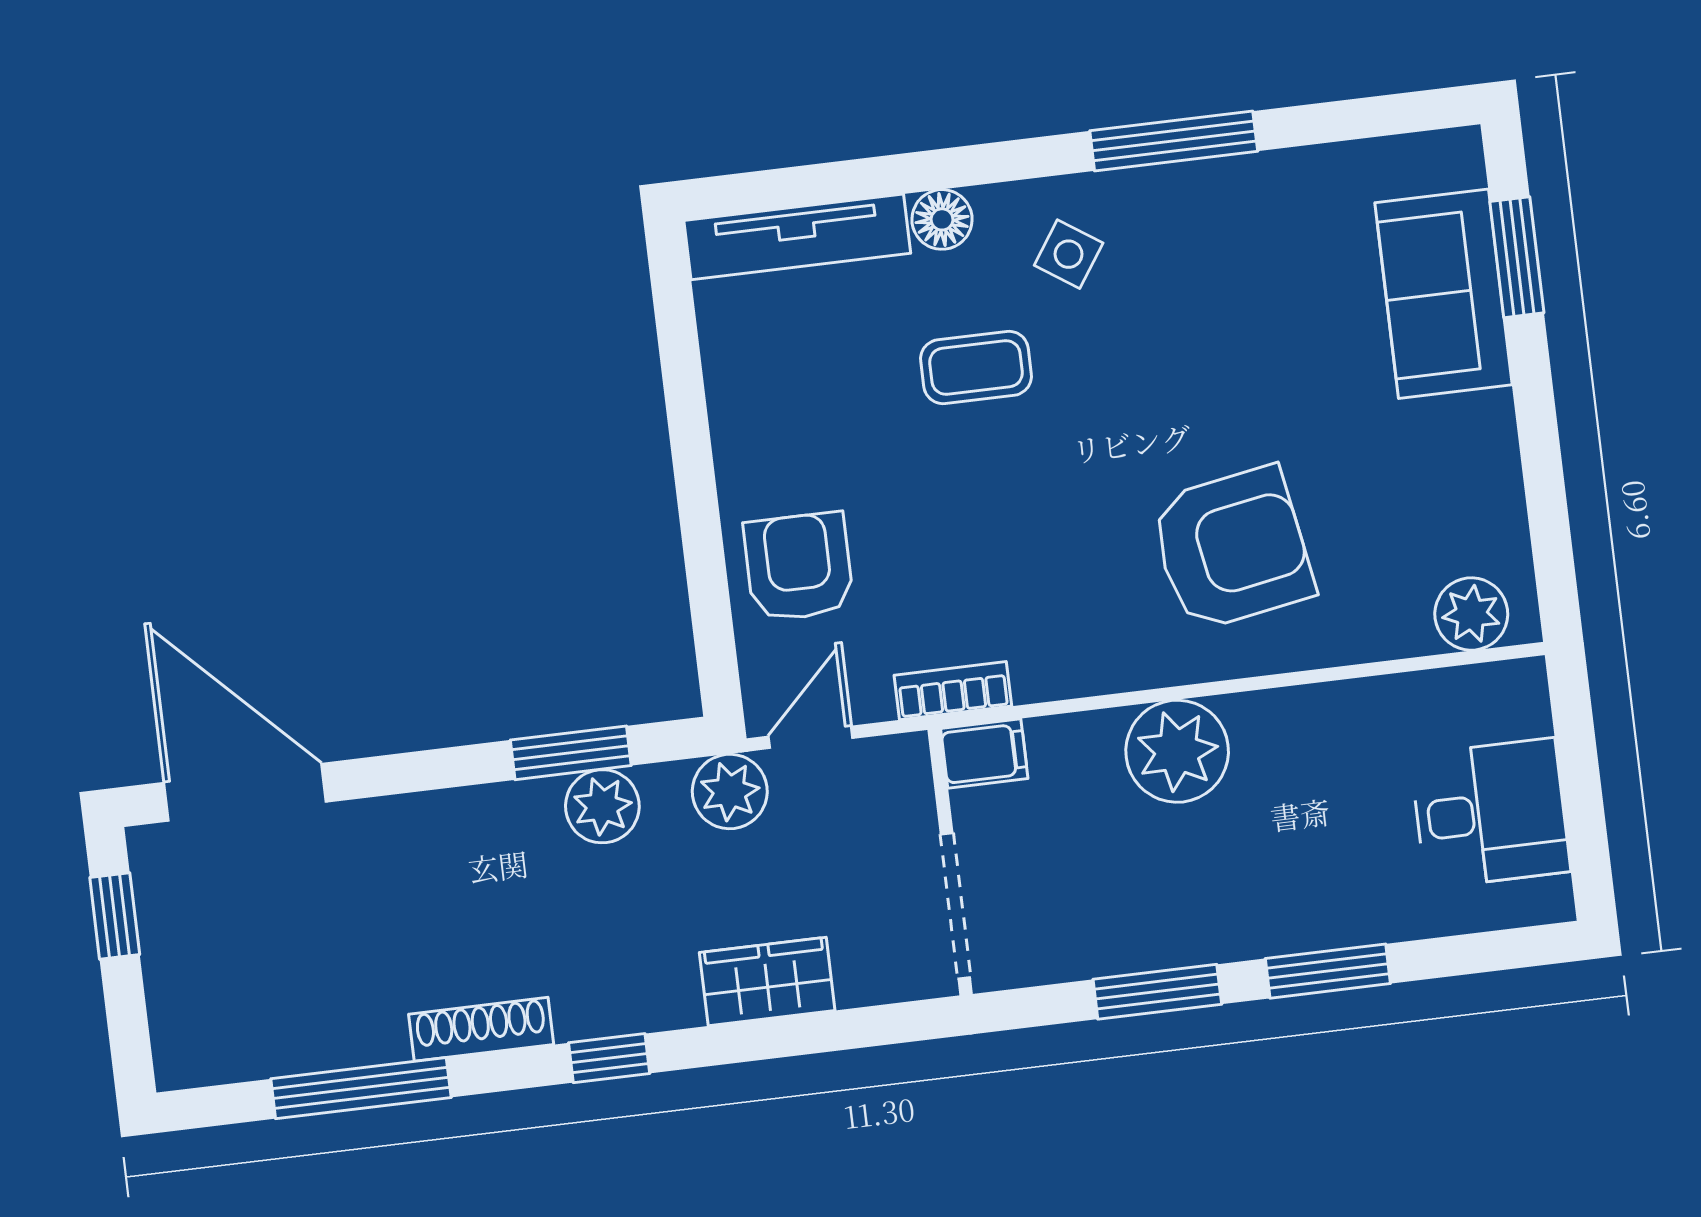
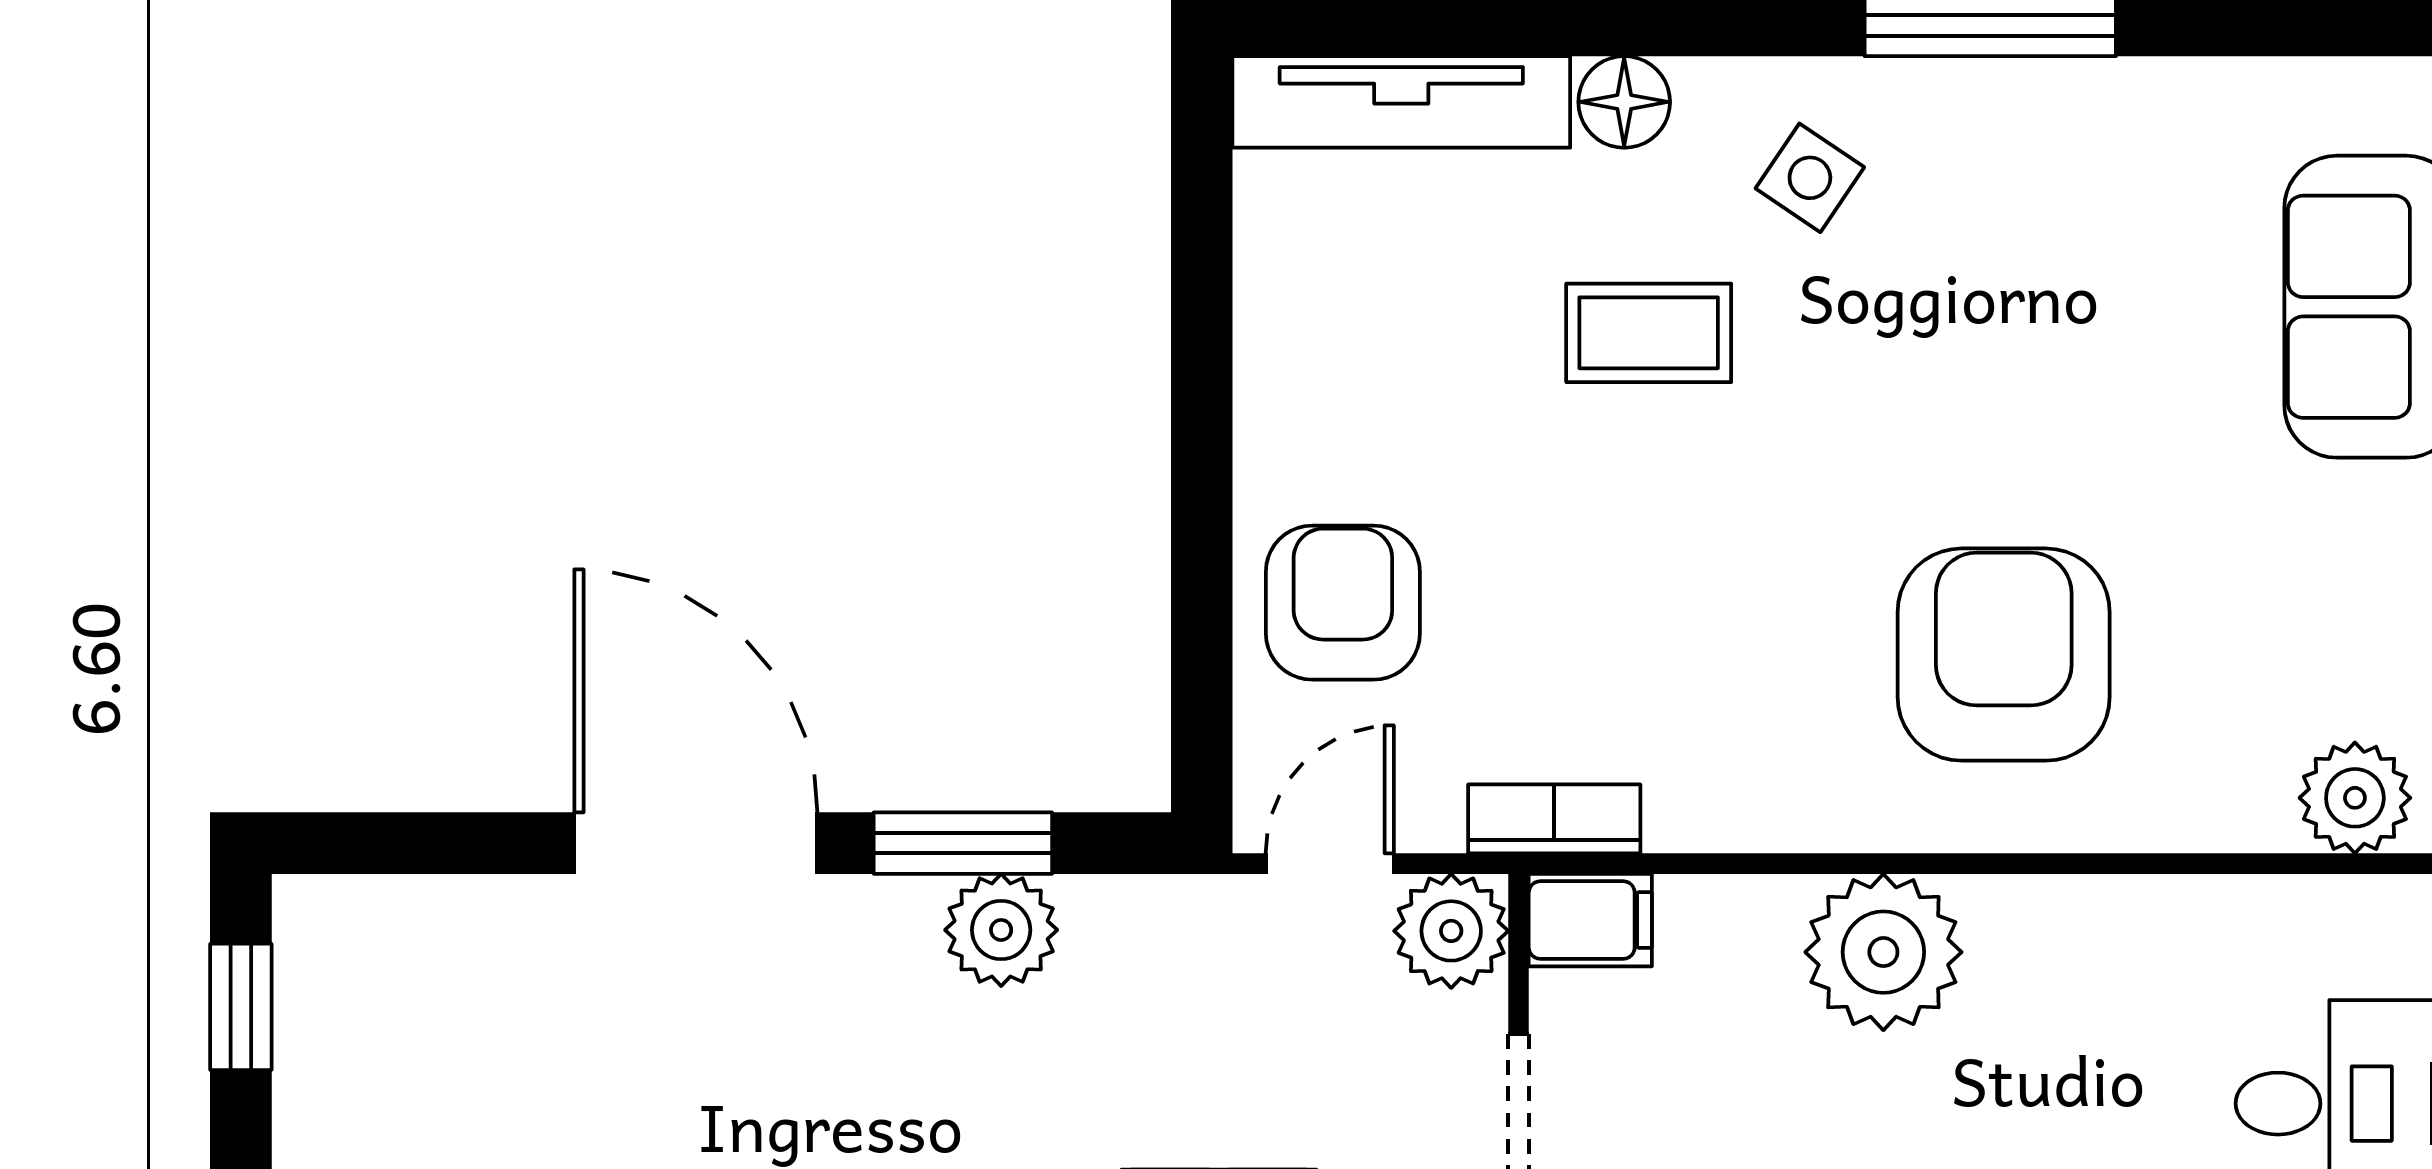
armchair: (1232, 549) -> (2004, 655), turned -80
plant: (730, 791) -> (1451, 931), moved
door: (245, 792) -> (696, 843), moved

